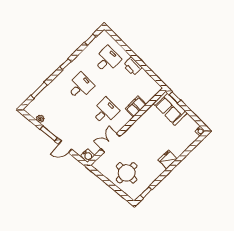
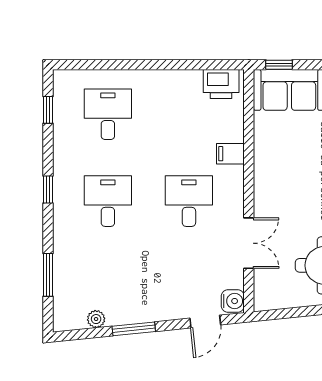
printer: (132, 66) -> (221, 84), moved
filing cabinet: (136, 106) -> (230, 154), width x0.50
double door: (110, 143) -> (249, 243), swing flipped
door: (65, 147) -> (205, 322), moved

